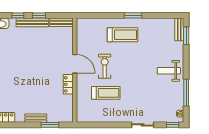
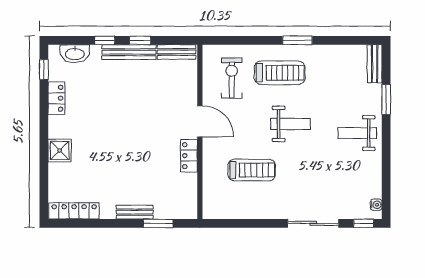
window: (186, 36) -> (386, 99), moved
weight bench: (129, 65) -> (290, 124), added
exercise bike: (105, 66) -> (232, 78), moved
window: (186, 93) -> (386, 169), removed
sliding door: (143, 125) -> (313, 223), width x1.37

